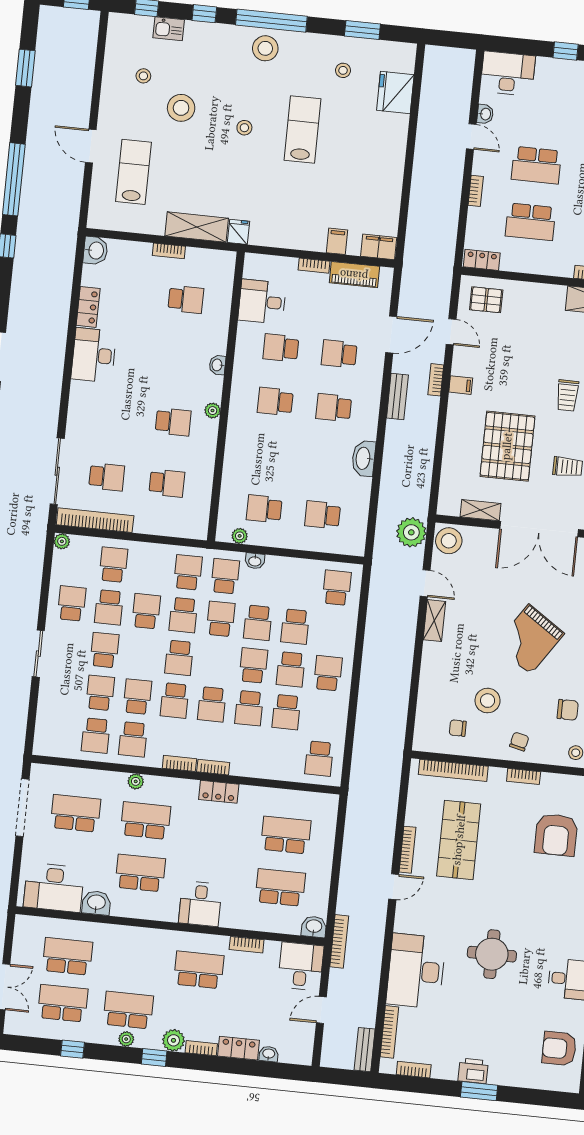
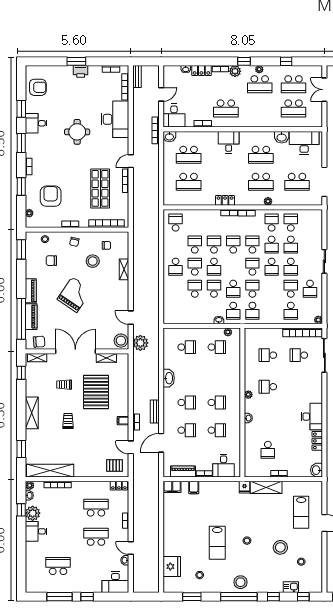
school desk: (186, 299) -> (268, 450), turned -90
desk: (262, 302) -> (224, 466), moved, turned 90
school desk: (337, 588) -> (176, 311), removed
school desk: (146, 611) -> (272, 267), moved
shelving: (434, 621) -> (124, 269), moved

